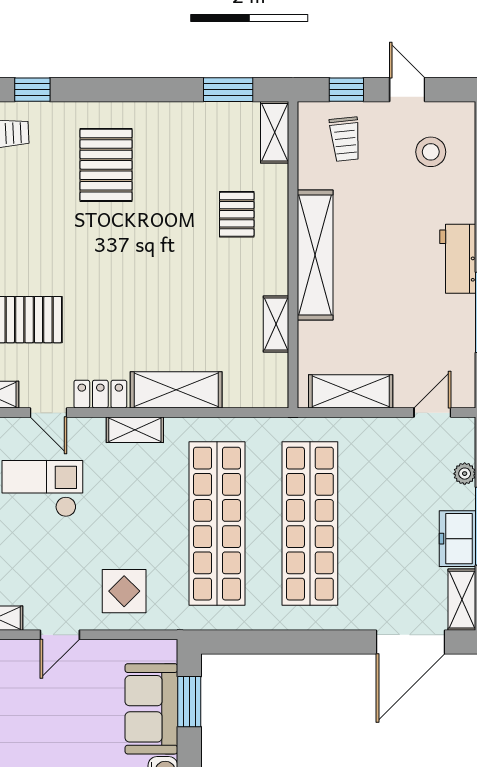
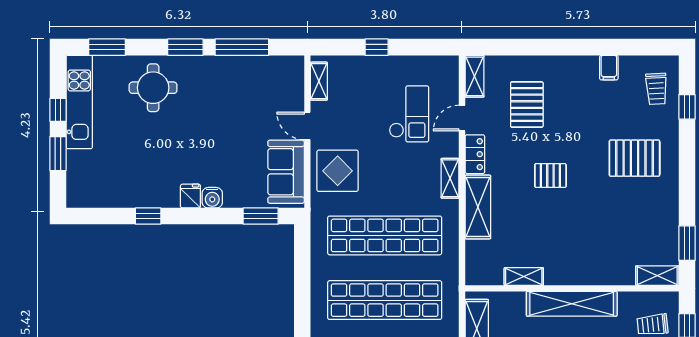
pallet: (237, 214) -> (550, 176), moved
display table: (124, 591) -> (338, 171), width x1.36, depth x1.36
sofa: (151, 709) -> (286, 172), moved, turned -90

